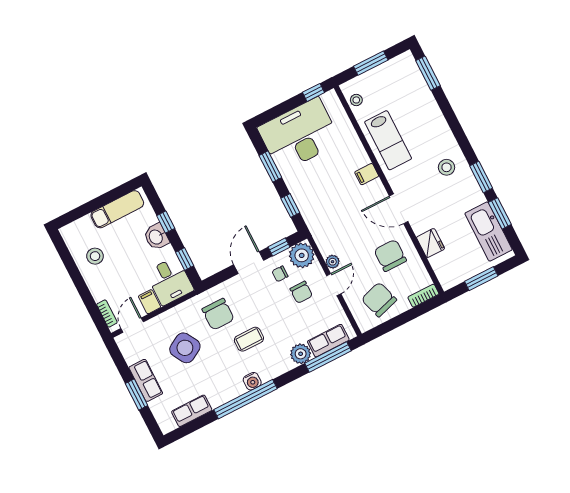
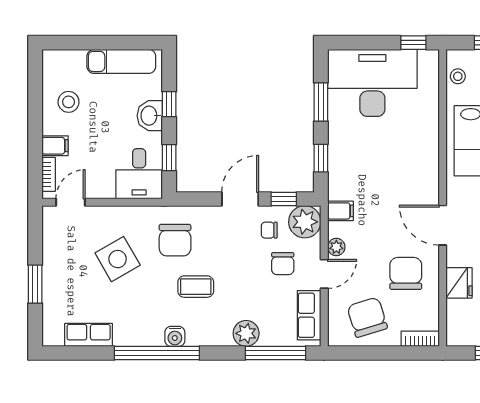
filing cabinet: (367, 174) -> (341, 211), moved, turned 180
filing cabinet: (150, 302) -> (55, 146), moved, turned 90
row of seats: (328, 341) -> (309, 315), moved, turned -90
row of seats: (146, 380) -> (54, 273), removed

